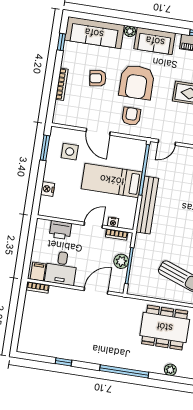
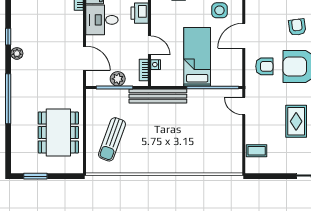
bench: (147, 205) -> (158, 96), moved
plant: (170, 370) -> (17, 53), moved

